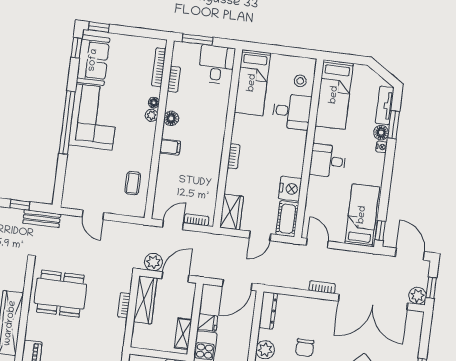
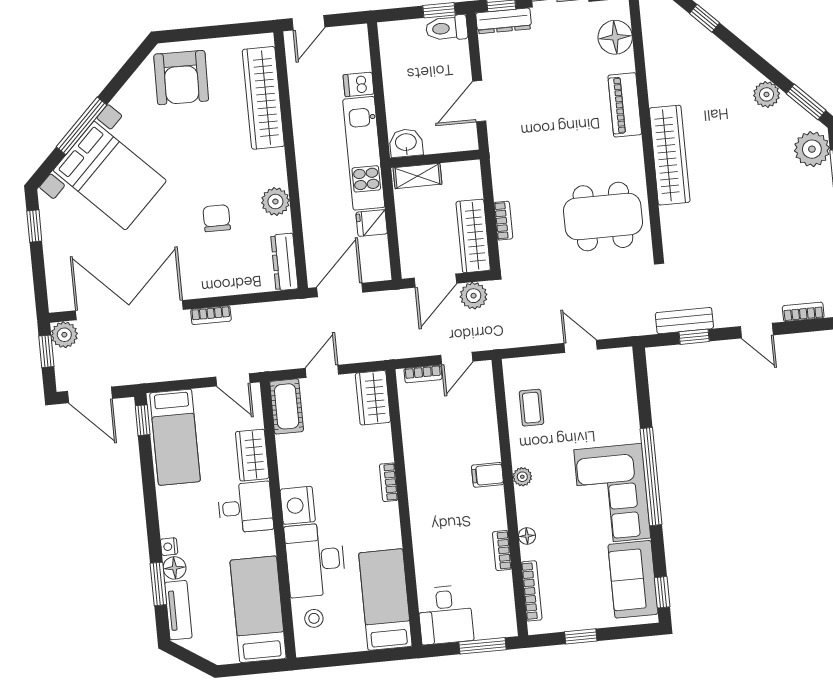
window: (99, 27) -> (581, 636), moved
bookcase: (174, 79) -> (502, 551), moved
desk: (292, 111) -> (315, 560), width x1.37
plant: (152, 115) -> (522, 477), moved
floor lamp: (171, 118) -> (496, 518), removed
nightstand: (290, 189) -> (298, 505), moved
wardrobe: (316, 193) -> (252, 455), added
bench: (42, 219) -> (684, 321), moved
shelving: (183, 334) -> (418, 176), moved, turned 90

